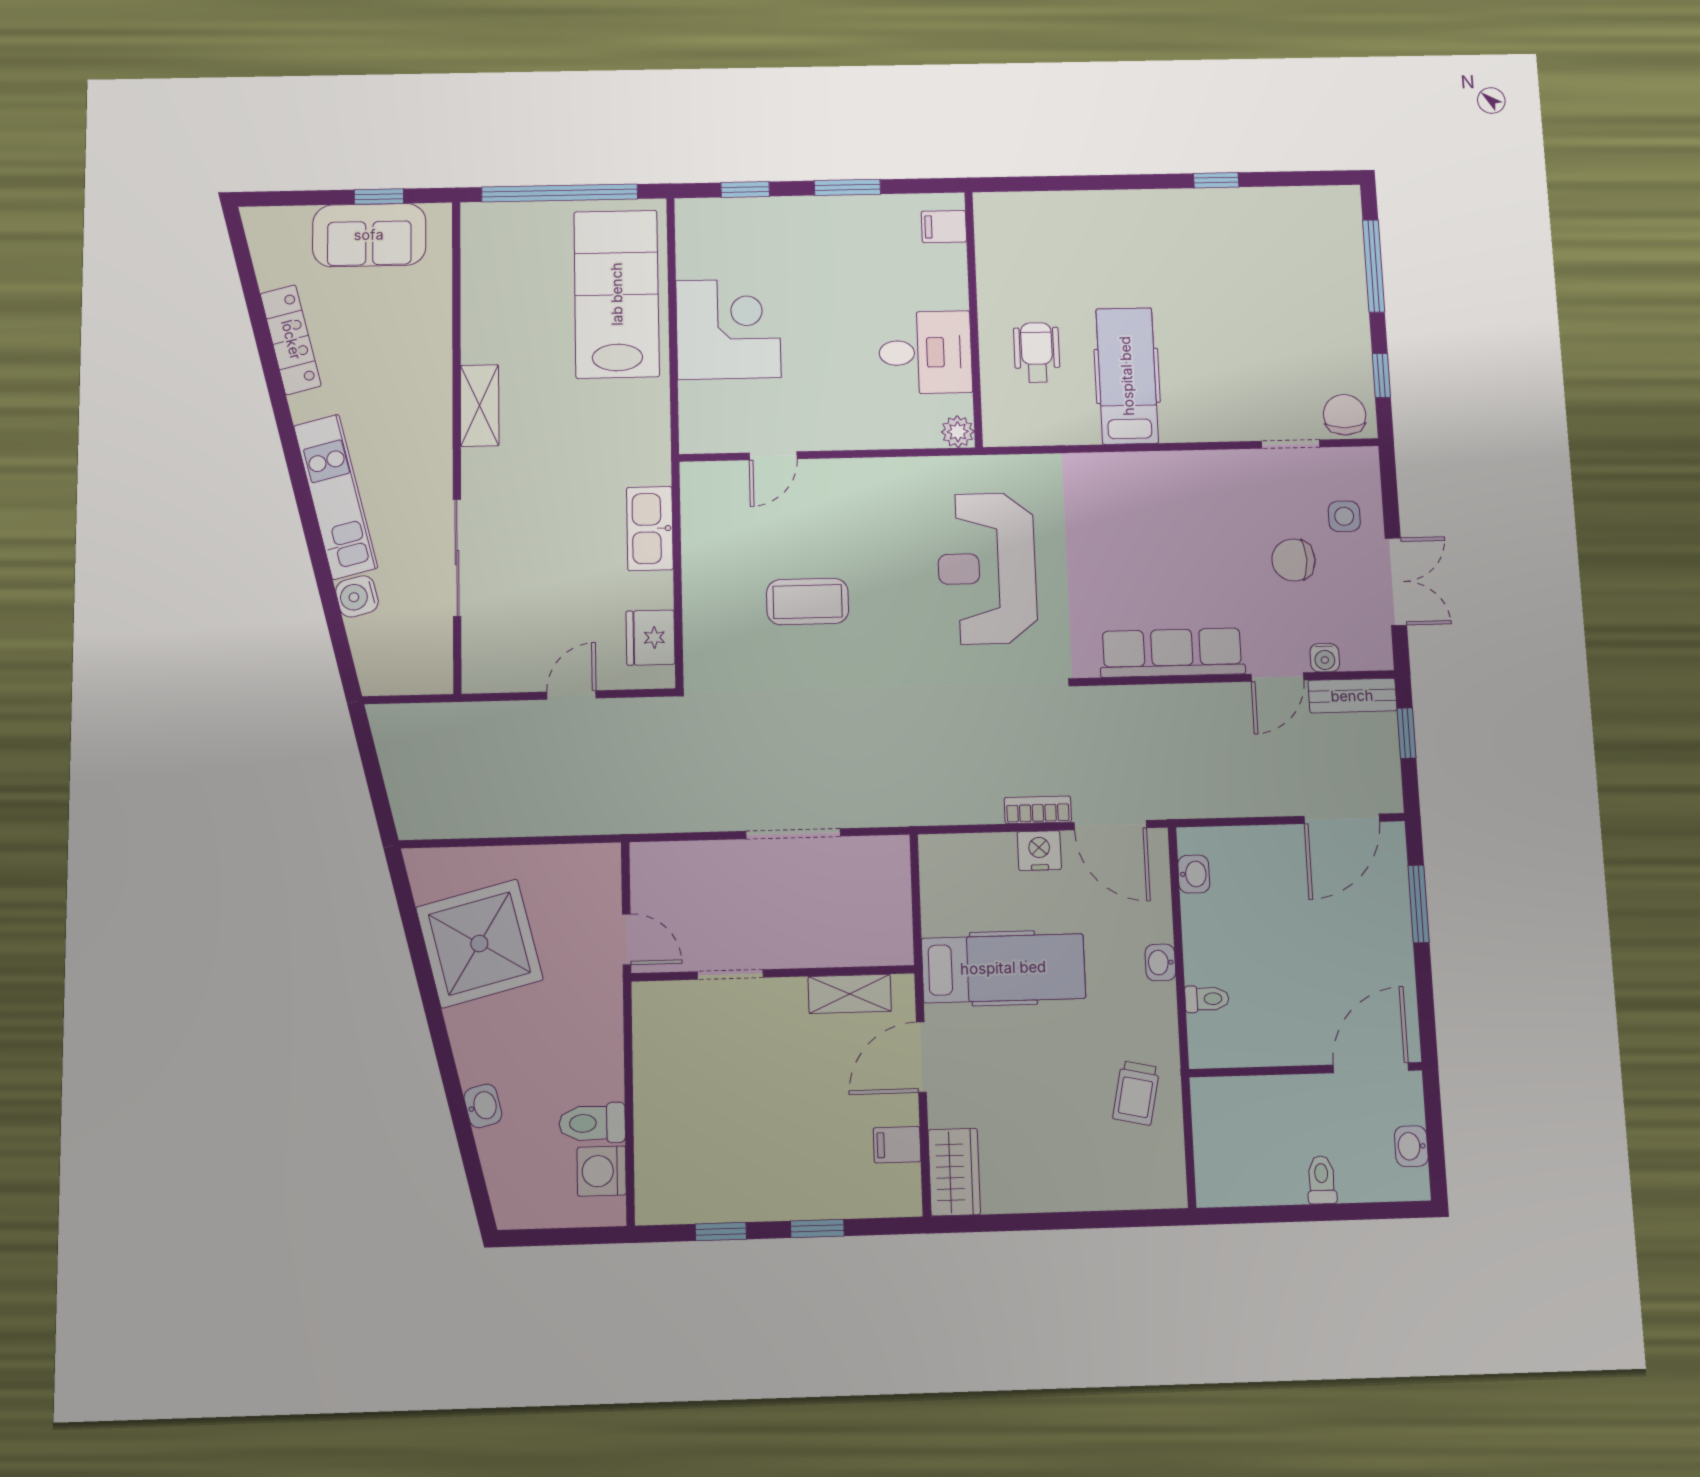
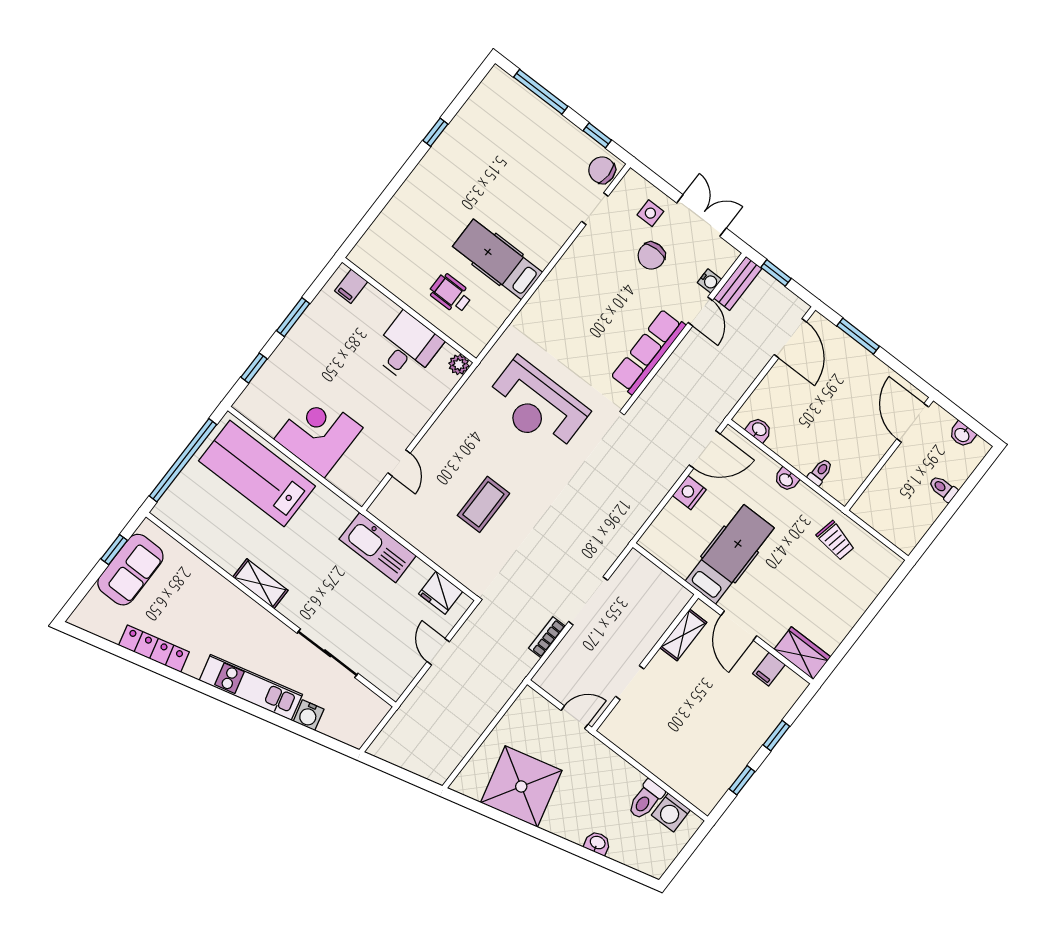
kitchen sink: (650, 529) -> (378, 547), width x1.36, depth x1.24
bookcase: (1038, 810) -> (547, 637), moved

